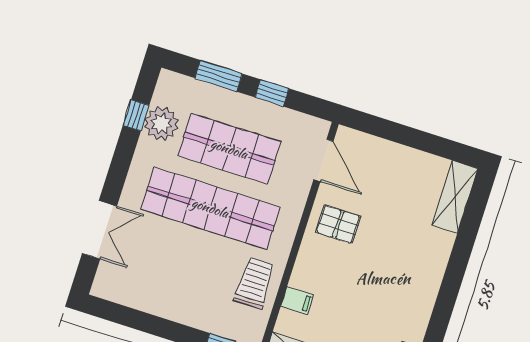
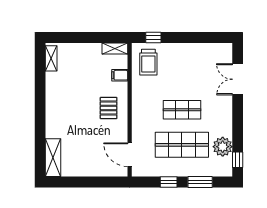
window: (136, 115) -> (238, 160), moved
shop shelf: (210, 208) -> (182, 110), width x0.50, depth x0.74
pallet: (338, 224) -> (109, 108), moved, turned 90
trolley: (255, 283) -> (148, 62), moved

